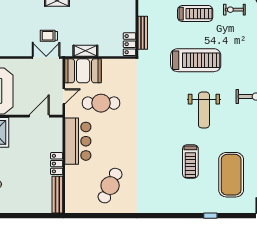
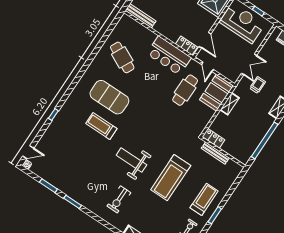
treadmill: (195, 14) -> (204, 199), turned 180
double door: (46, 57) -> (249, 64), moved
locker: (57, 164) -> (186, 46), moved
exercise mat: (231, 175) -> (109, 97), moved

